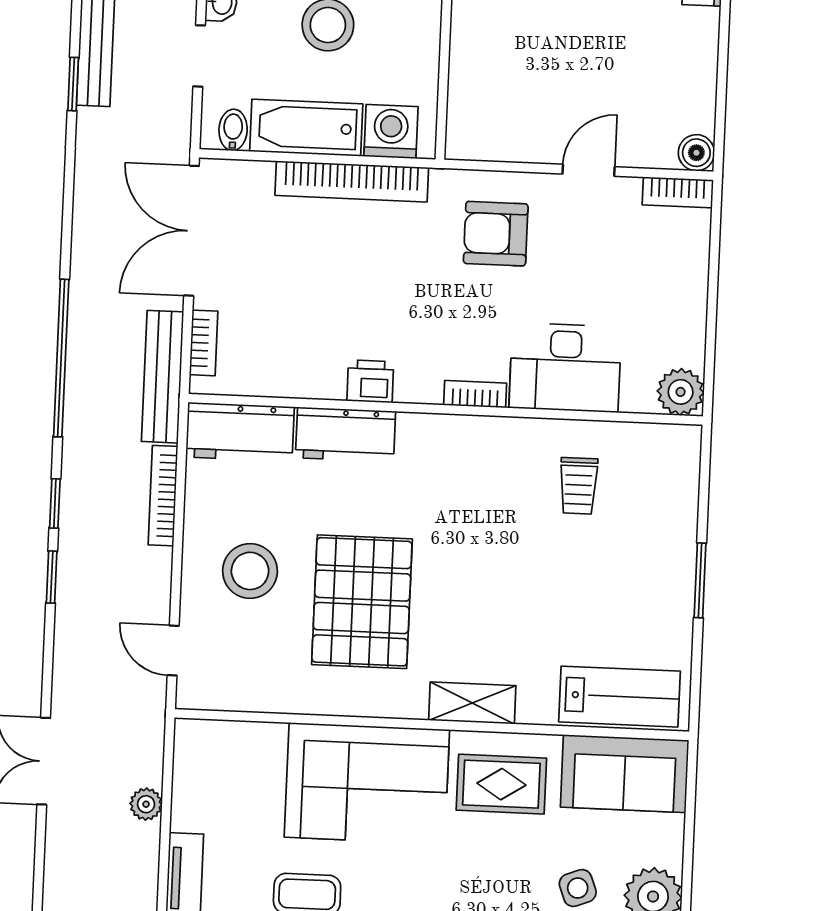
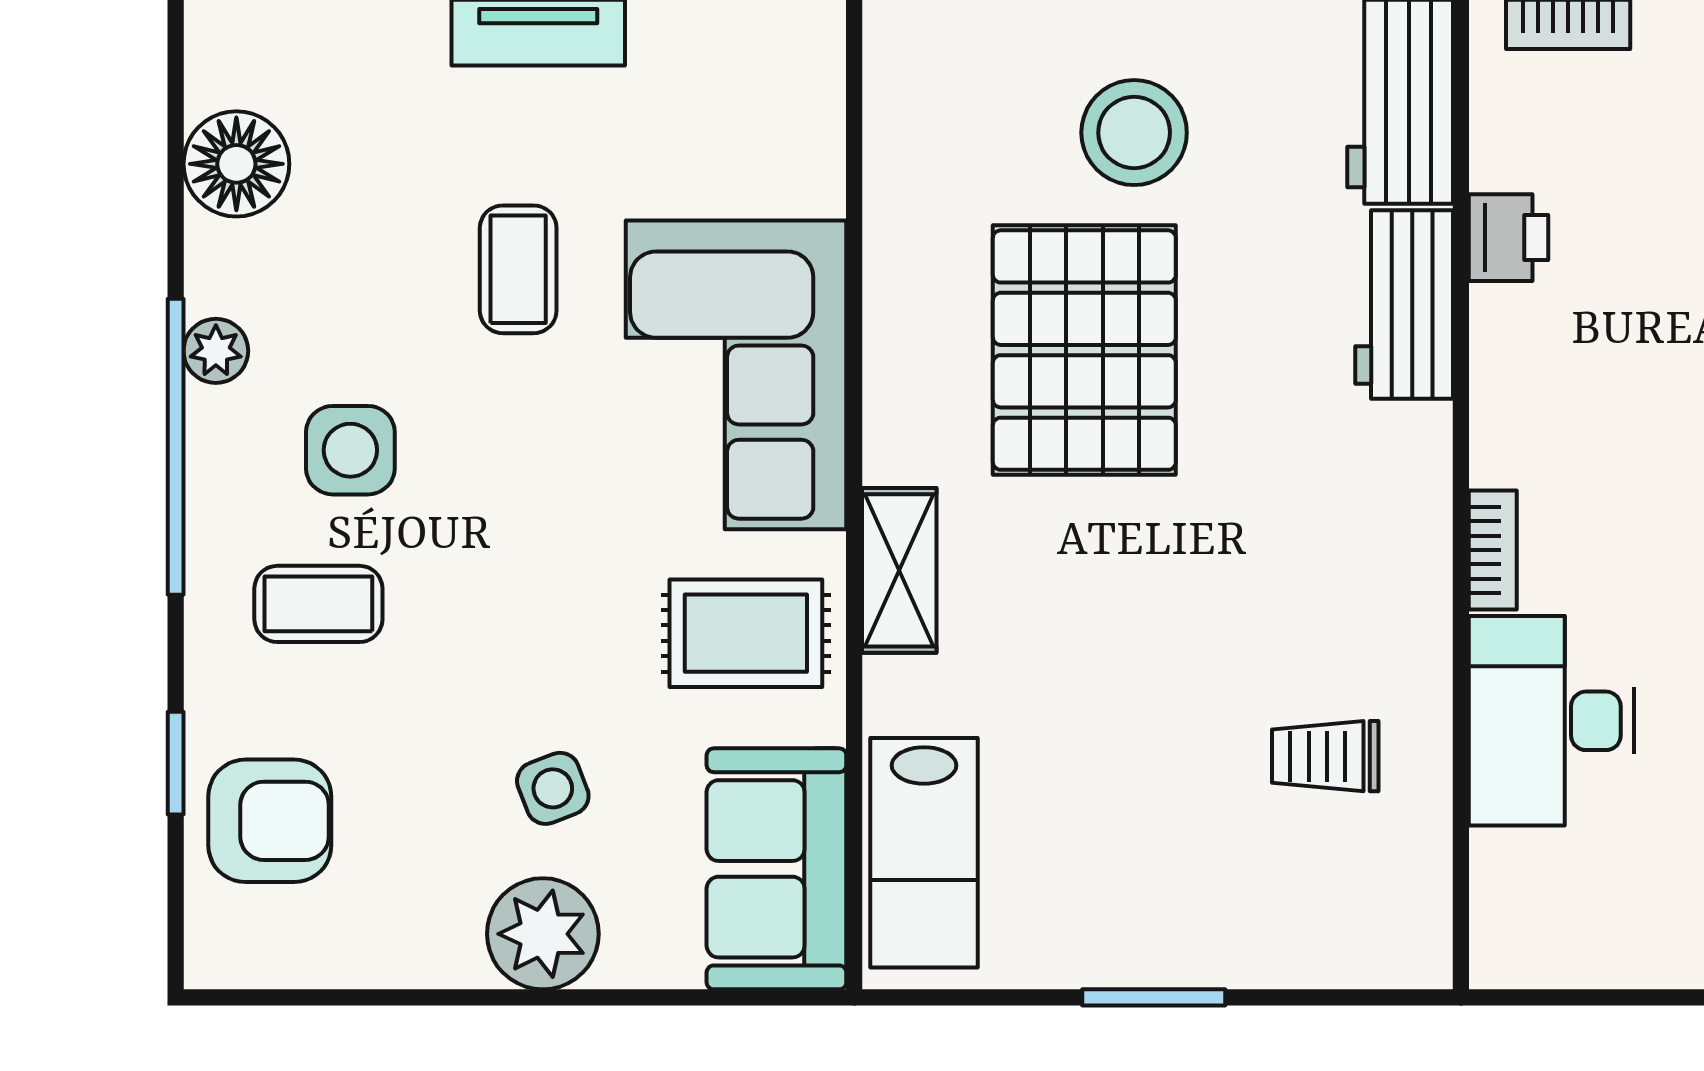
printer: (370, 381) -> (1509, 238), moved
plant: (681, 392) -> (1514, 944), removed
pallet: (362, 602) -> (1084, 350), turned 90
rug: (501, 784) -> (746, 633), turned 90

